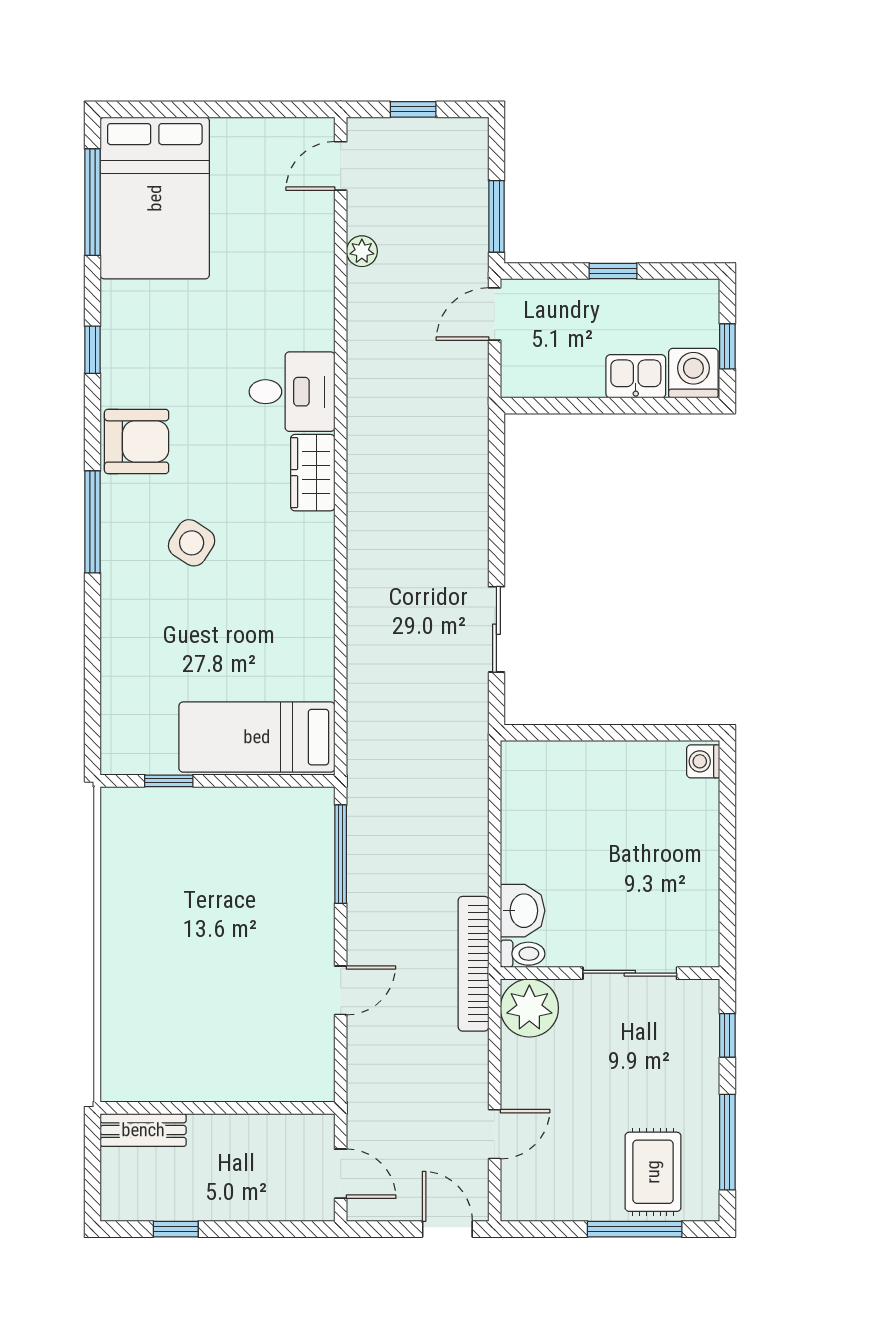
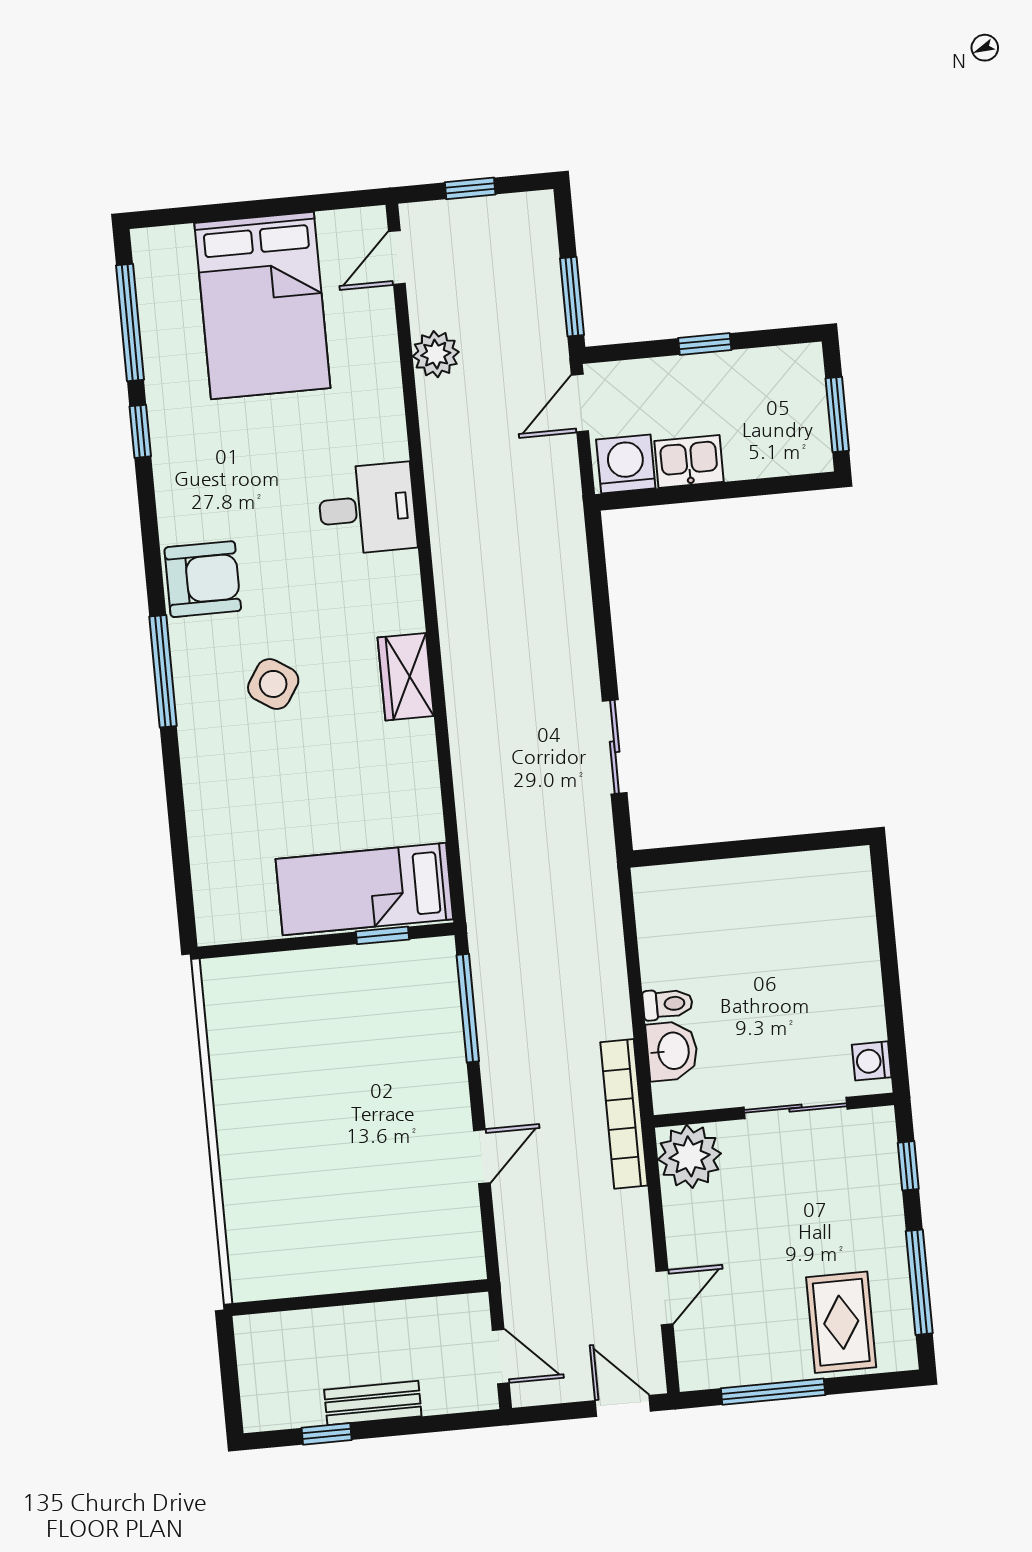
bed: (155, 198) -> (262, 306), moved
plant: (362, 251) -> (436, 354), width x1.38, depth x1.38
window: (727, 346) -> (837, 414), width x1.50
window: (92, 350) -> (140, 431), moved
washing machine: (693, 373) -> (626, 464), moved
kitchen sink: (636, 376) -> (689, 461), moved
wardrobe: (313, 473) -> (406, 677), moved
washing machine: (703, 761) -> (872, 1061), moved
window: (169, 781) -> (383, 935), moved
toilet: (523, 954) -> (668, 1004), moved
bench: (143, 1130) -> (373, 1403), moved
window: (635, 1229) -> (773, 1392), moved

